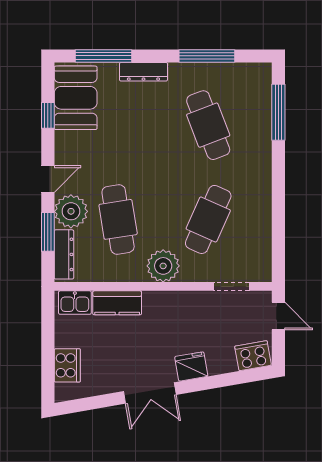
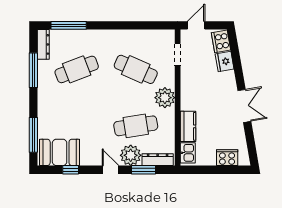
dresser: (143, 72) -> (43, 44), moved
fridge: (191, 366) -> (225, 62), moved

